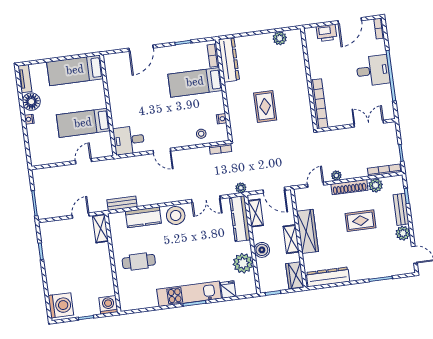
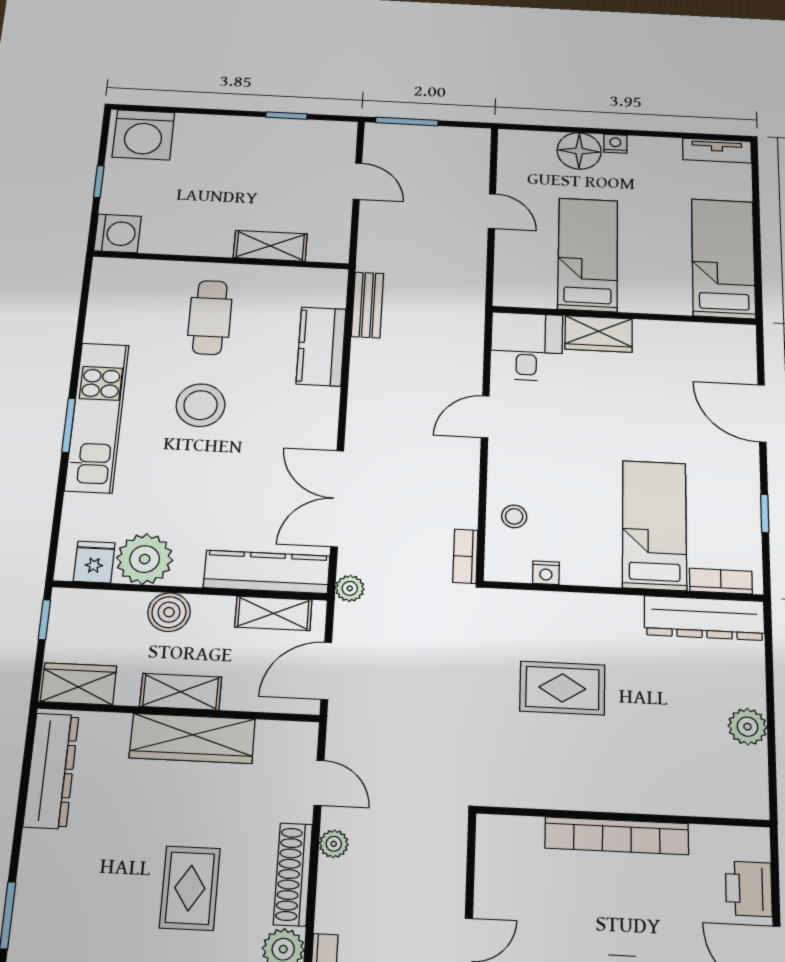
plant: (280, 38) -> (747, 727), moved
floor lamp: (31, 102) -> (579, 151), moved
bookcase: (319, 104) -> (617, 836), moved
wardrobe: (118, 114) -> (599, 334), added
door: (83, 161) -> (492, 211), moved
double door: (206, 199) -> (337, 498), width x1.37
stool: (176, 215) -> (201, 405), moved
door: (81, 216) -> (357, 181), moved
shelving: (100, 228) -> (270, 246), moved
fridge: (228, 289) -> (94, 562), moved, turned -90

